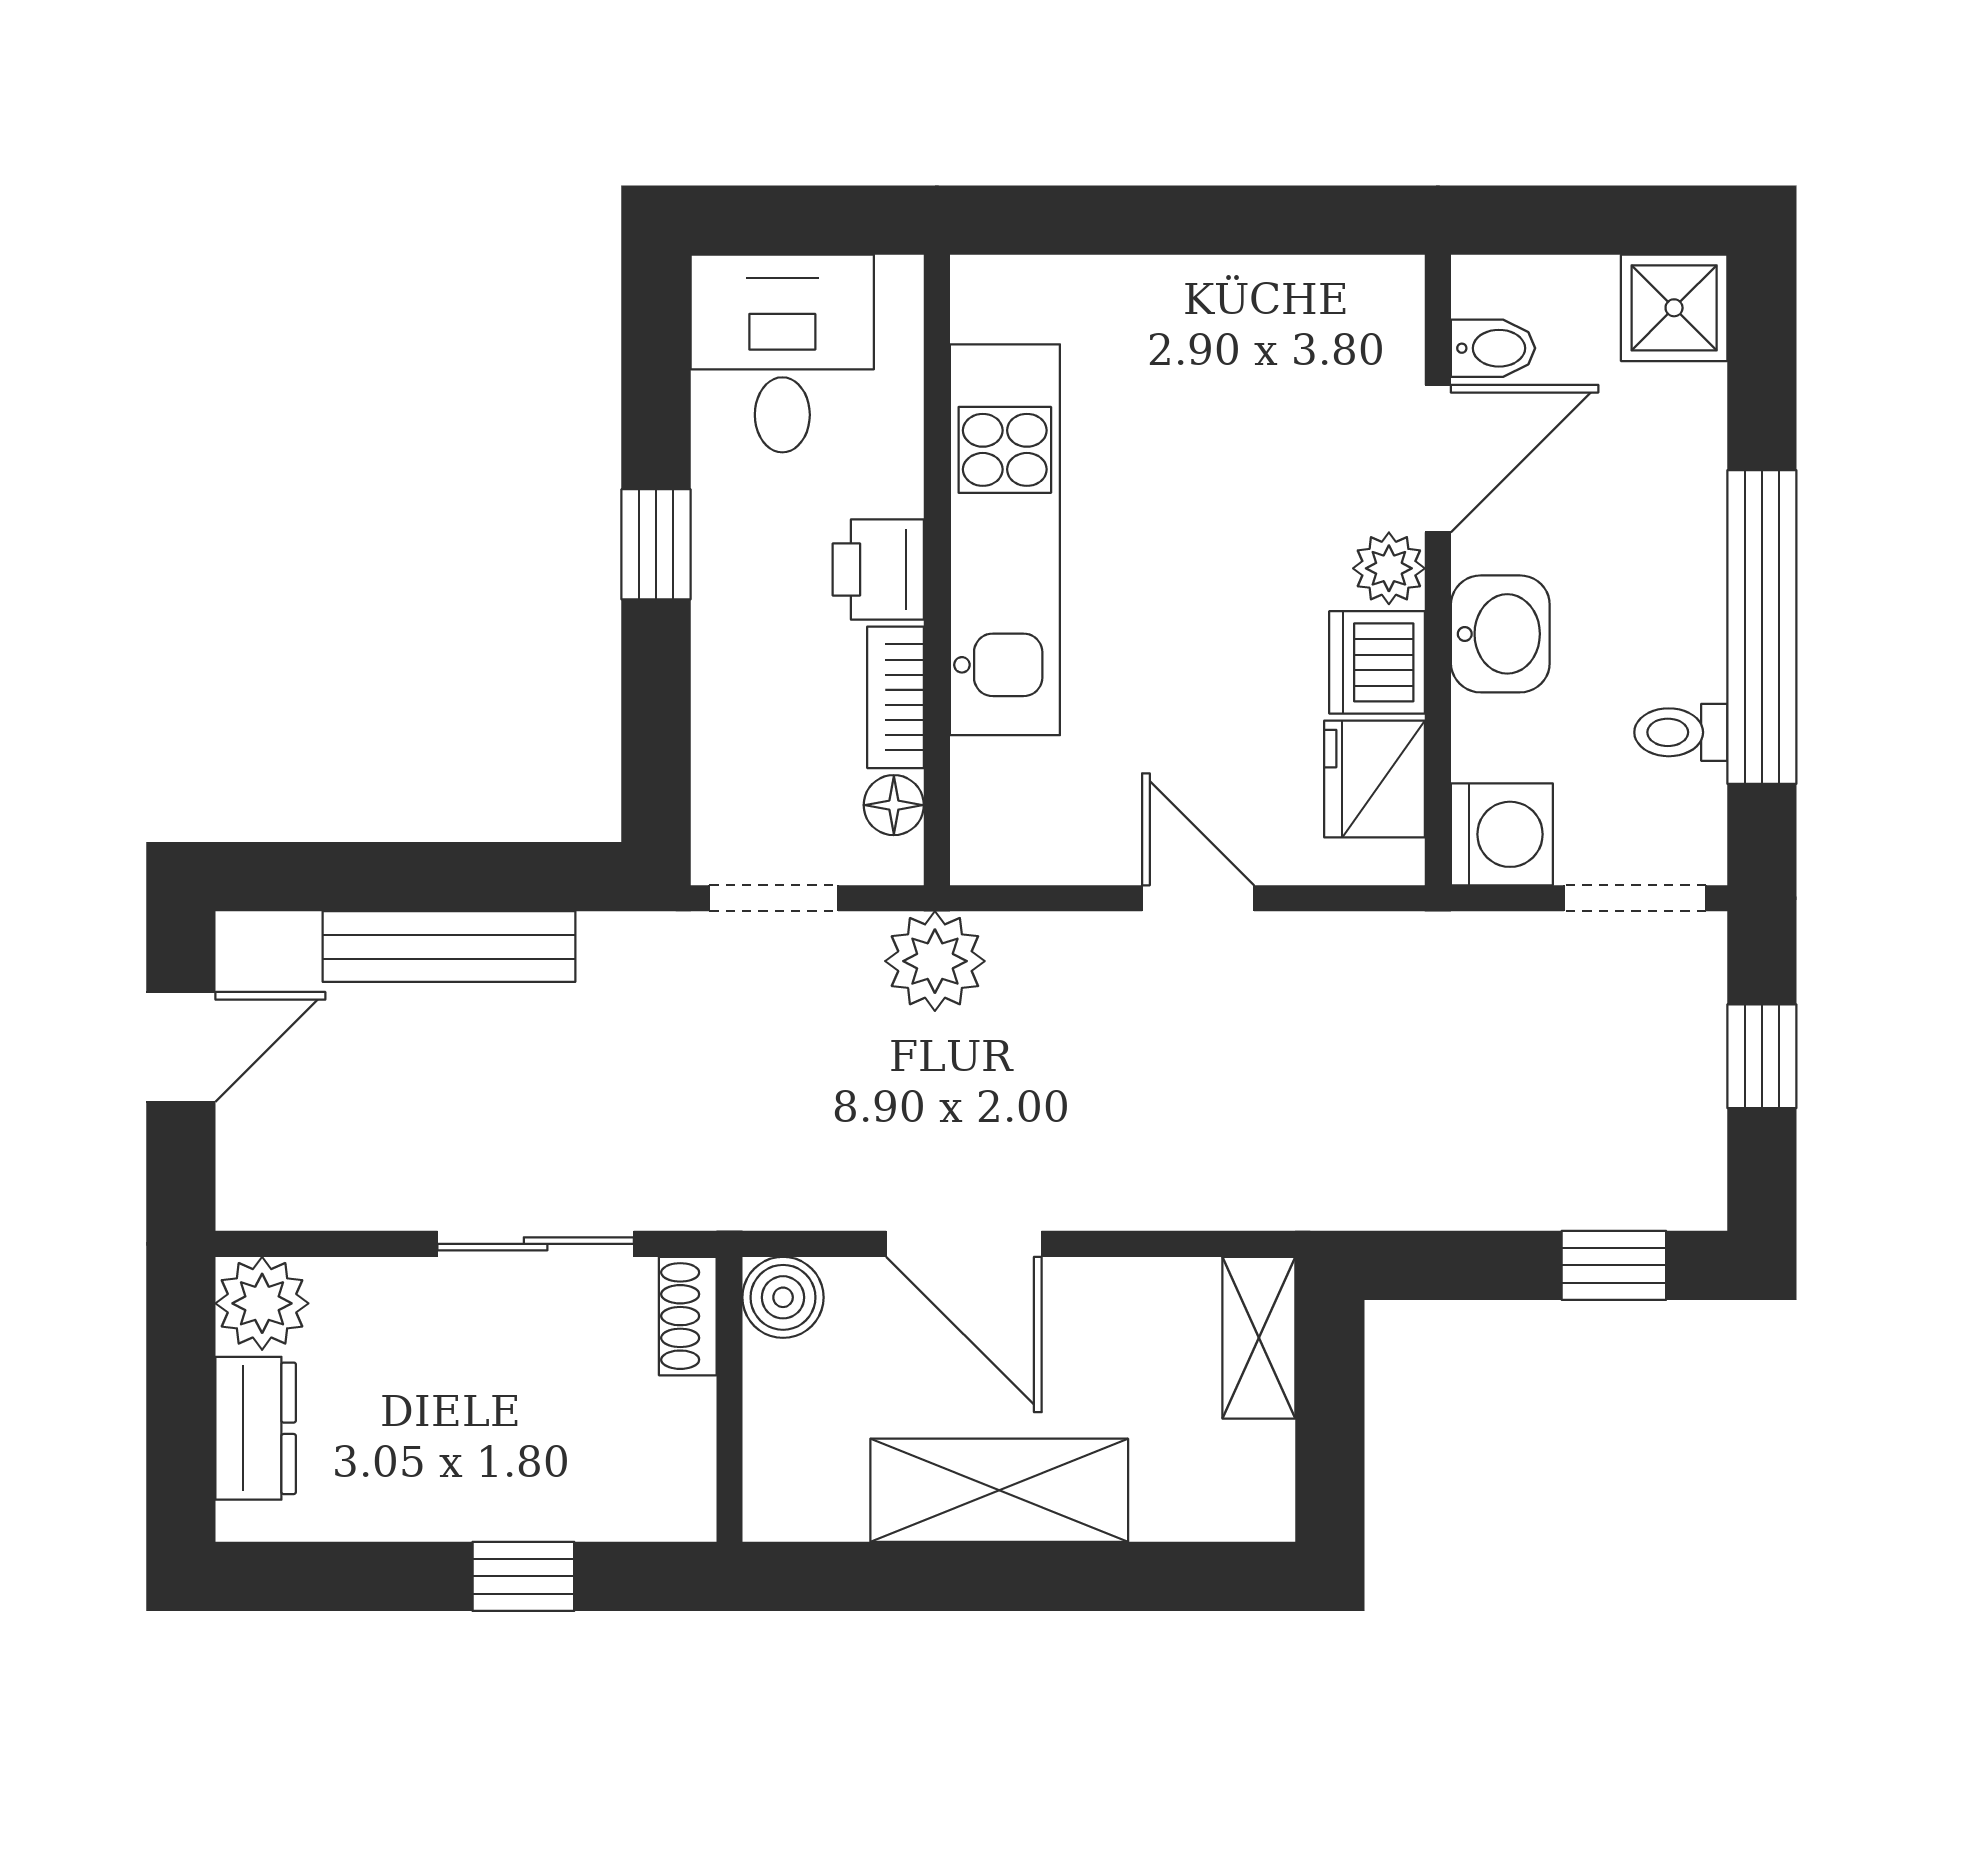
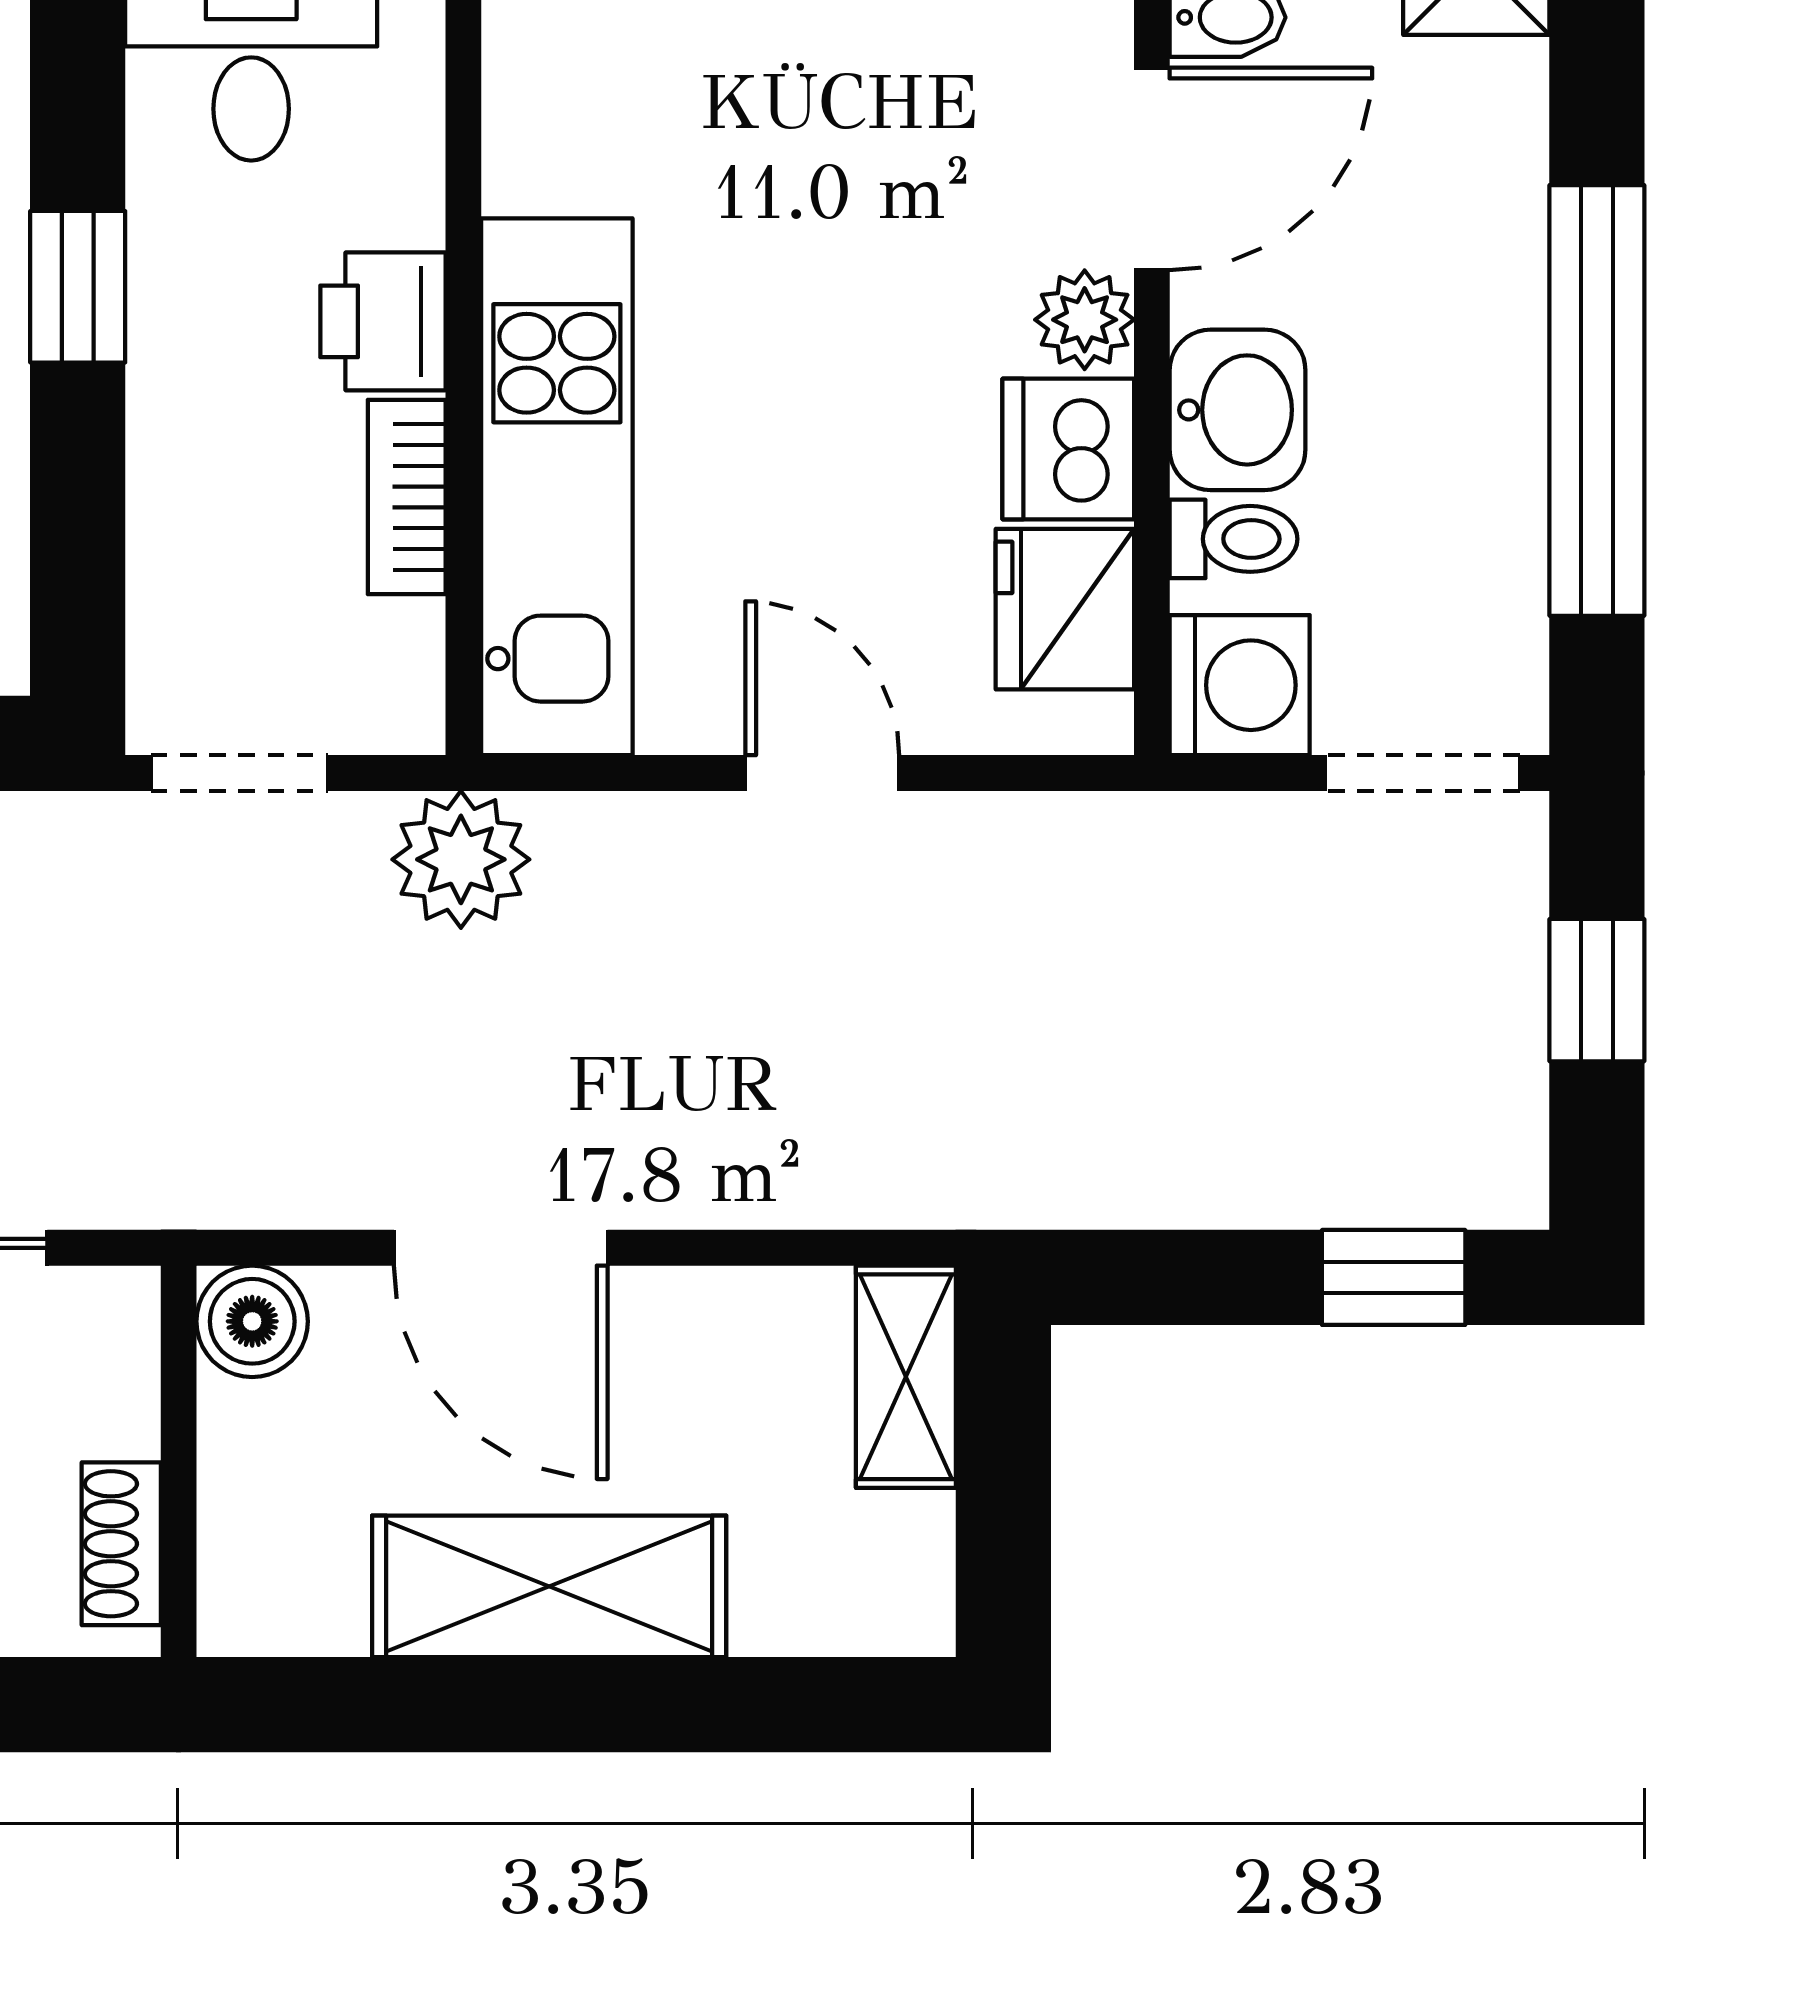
kitchen unit: (1005, 540) -> (557, 487), moved
toilet: (1681, 732) -> (1234, 539), moved, turned 180
floor lamp: (894, 805) -> (404, 645), removed
shoe rack: (688, 1316) -> (121, 1544), moved

